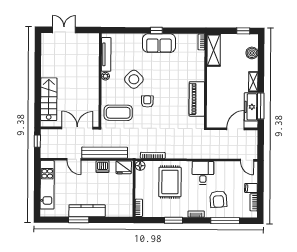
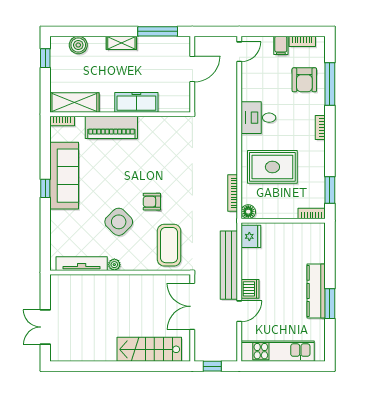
sofa: (159, 43) -> (64, 176), width x1.36
piano: (197, 99) -> (111, 127), moved
freezer: (251, 107) -> (136, 102), moved, turned 180
door: (236, 129) -> (192, 69), swing flipped
dishwasher: (102, 167) -> (250, 289), moved
armchair: (218, 199) -> (304, 80), moved, turned 95
window: (174, 220) -> (330, 190), moved

